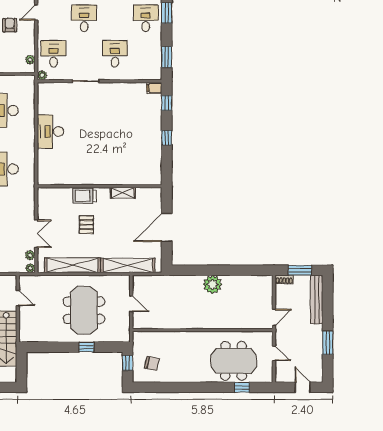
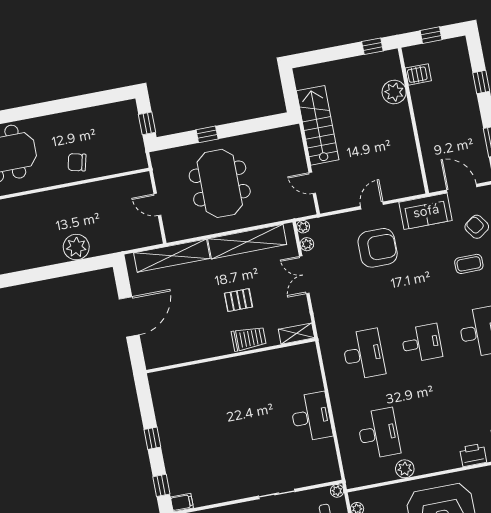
shelving: (123, 193) -> (296, 334), moved
pallet: (86, 225) -> (238, 300), turned 90
plant: (213, 284) -> (76, 247), moved
chair: (152, 363) -> (77, 162), moved

